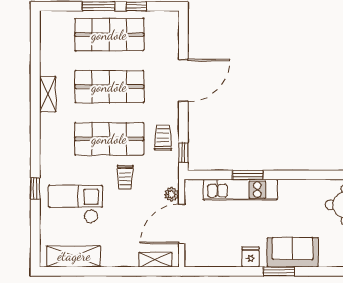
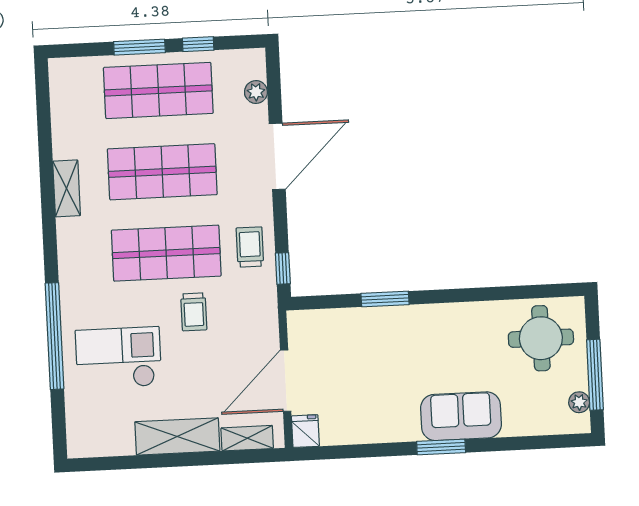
window: (35, 188) -> (54, 336), width x3.17
kitchen unit: (240, 190) -> (375, 323), removed
plant: (172, 194) -> (256, 92), moved
shelving: (74, 256) -> (177, 436), moved
fridge: (251, 257) -> (305, 431), moved

